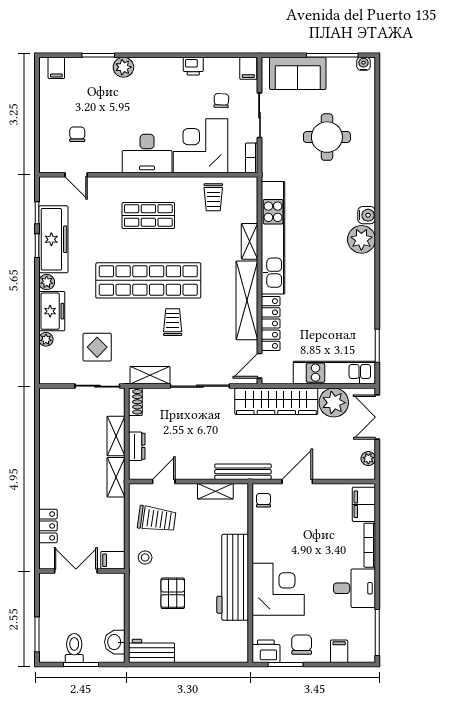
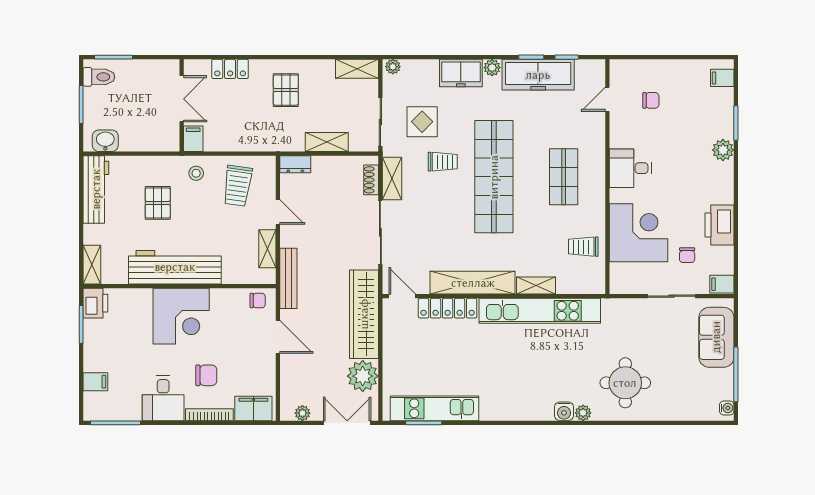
printer: (193, 66) -> (719, 225), width x1.87, depth x1.48
chair: (221, 101) -> (687, 255), turned 87
round table: (327, 137) -> (625, 383), moved
desk: (147, 154) -> (630, 168), width x0.73
bookcase: (252, 158) -> (625, 288), removed
plant: (361, 239) -> (583, 413), moved, width x0.53, depth x0.53
trolley: (173, 322) -> (443, 162), moved
plant: (46, 339) -> (393, 67), moved
kitchen unit: (334, 373) -> (435, 408), moved, turned -90
shoe rack: (135, 402) -> (371, 180), moved, turned 90
dresser: (137, 446) -> (295, 164), moved
pallet: (68, 474) -> (286, 90), added
shelving: (116, 477) -> (357, 69), moved
door: (164, 481) -> (278, 212), moved
corner desk: (278, 589) -> (181, 316), moved
pallet: (173, 593) -> (158, 203), turned 90
chair: (302, 645) -> (206, 375), moved
toilet: (74, 648) -> (99, 77), moved
workbench: (152, 651) -> (96, 189), width x1.38
shelving: (230, 655) -> (92, 265), added

